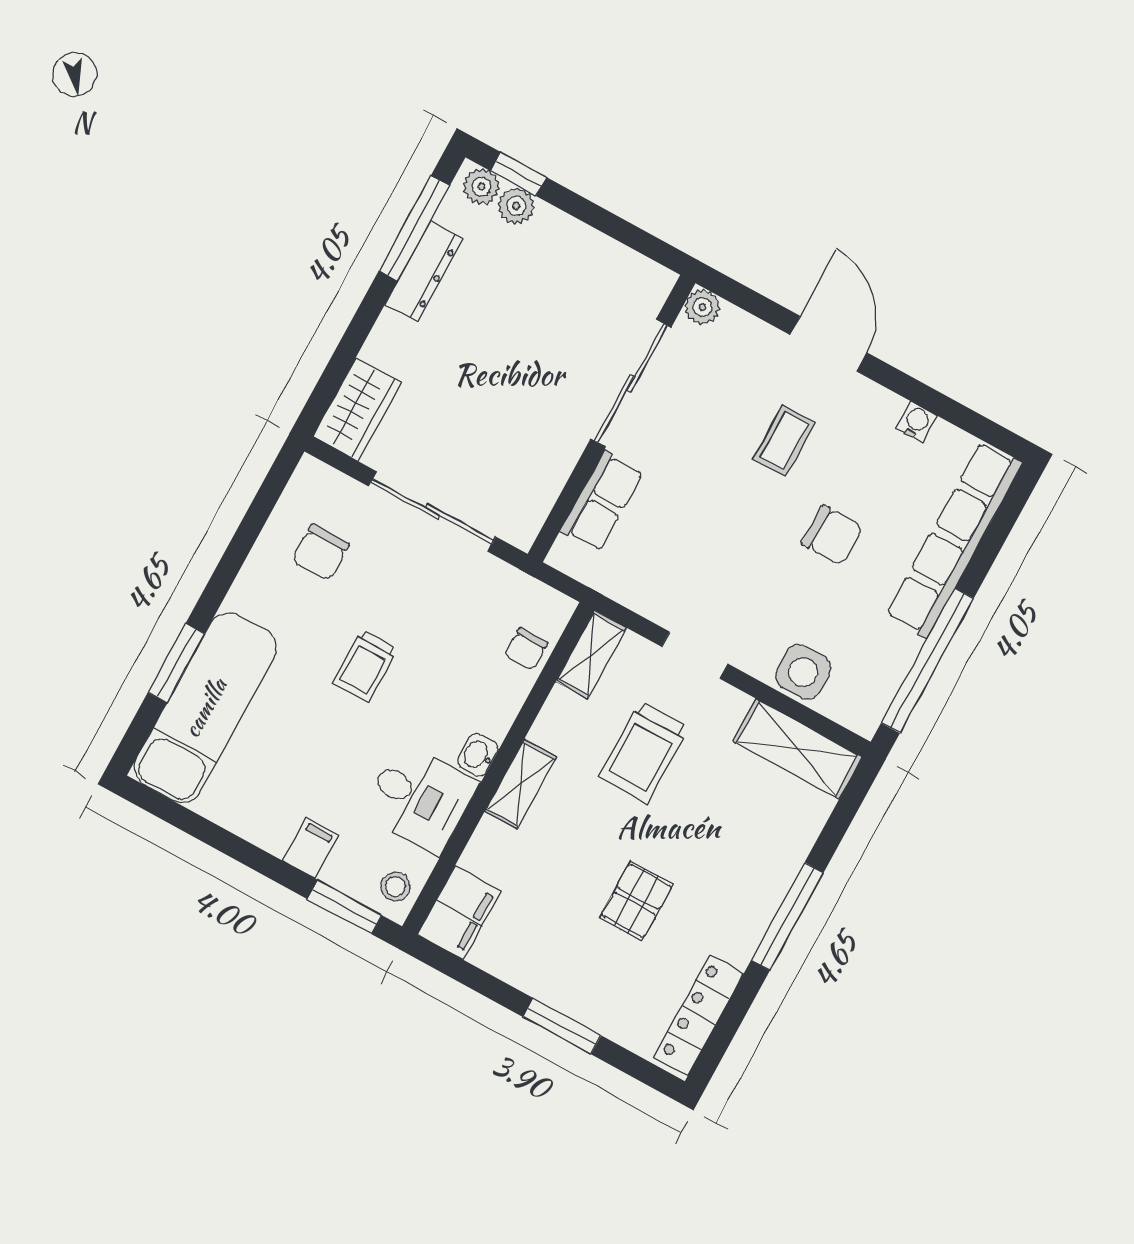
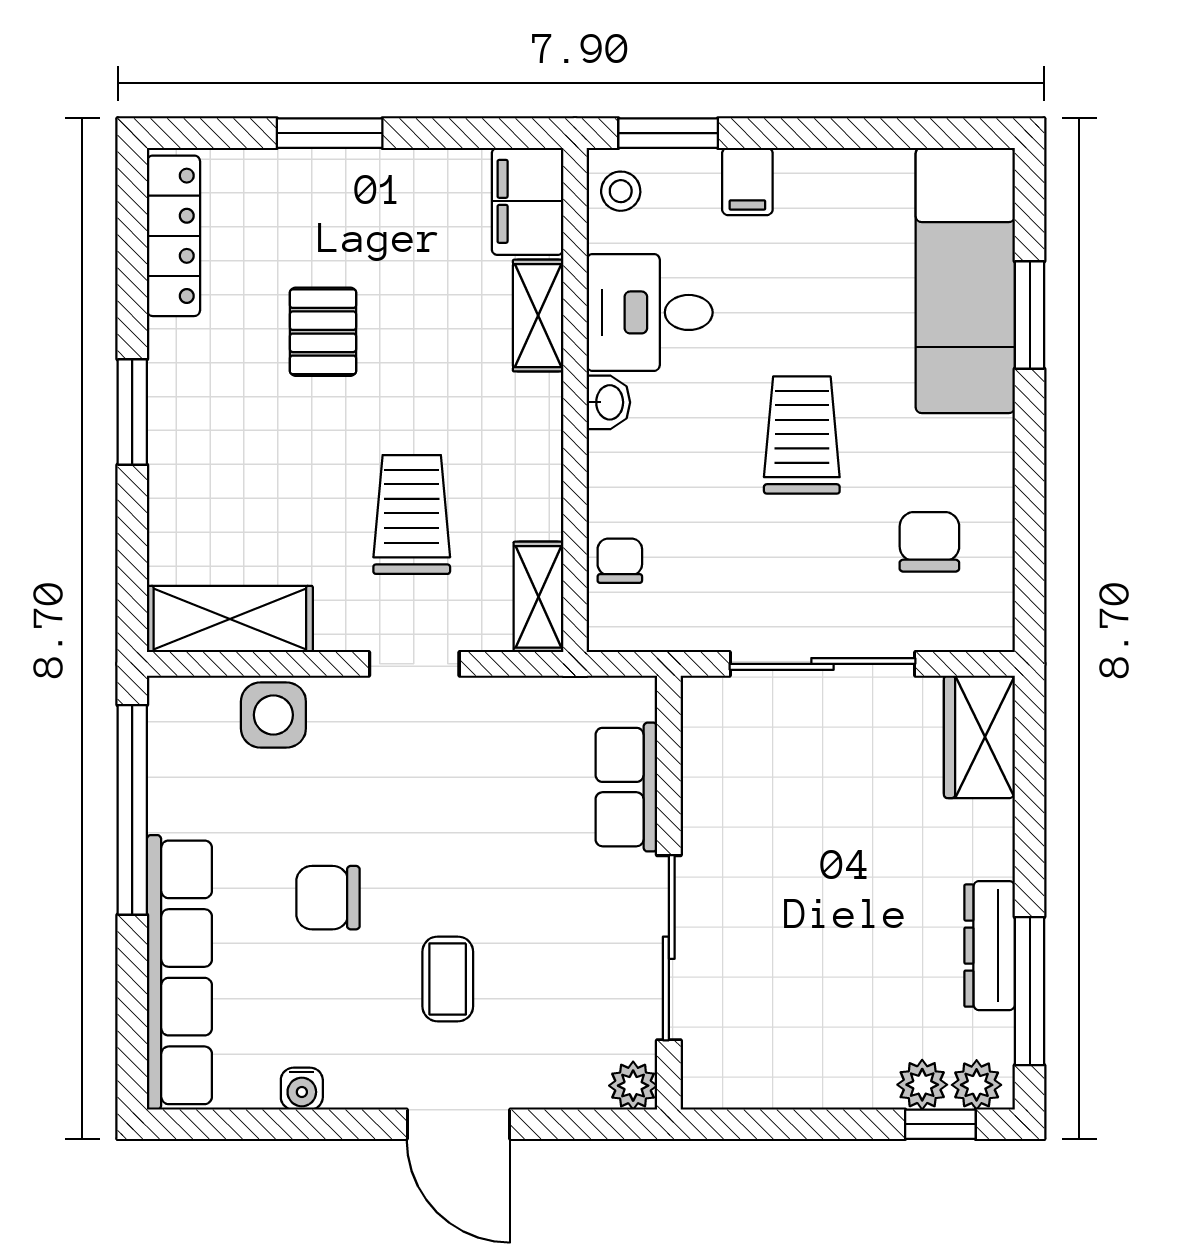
trolley: (365, 666) -> (802, 435), width x1.36, depth x1.39
shelving: (521, 784) -> (538, 316), moved
window: (787, 916) -> (132, 412), width x0.69

